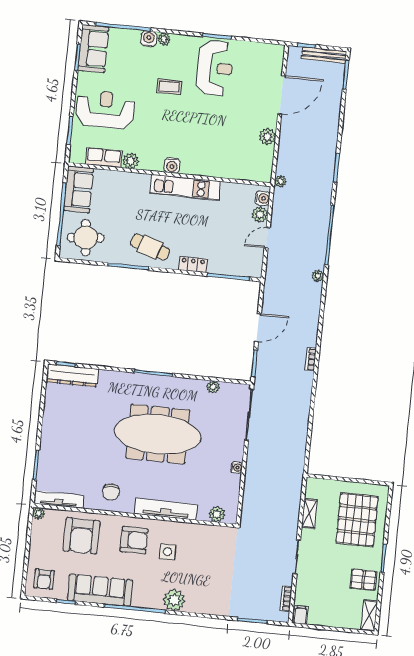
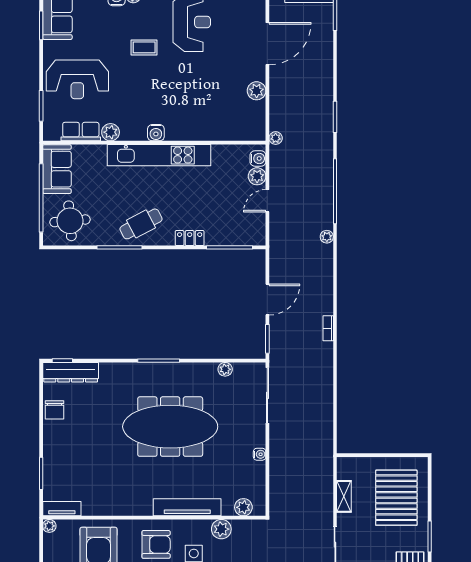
reception desk: (105, 110) -> (77, 79), turned 180
kitchen unit: (185, 187) -> (159, 155), width x1.36
cafe table: (150, 247) -> (141, 224), turned -47
chair: (111, 492) -> (54, 410), moved
tv unit: (59, 500) -> (62, 509), width x0.71
plant: (195, 532) -> (221, 529), added

